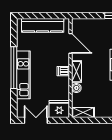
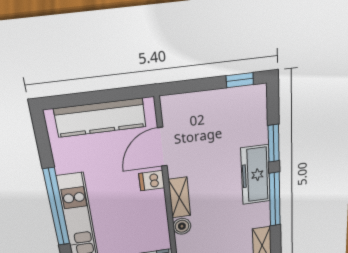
door: (71, 43) -> (162, 147), swing flipped
dishwasher: (63, 71) -> (152, 181), moved

